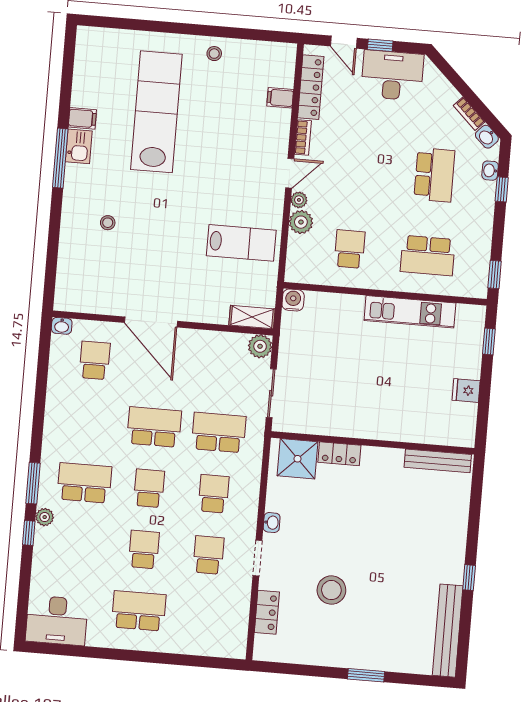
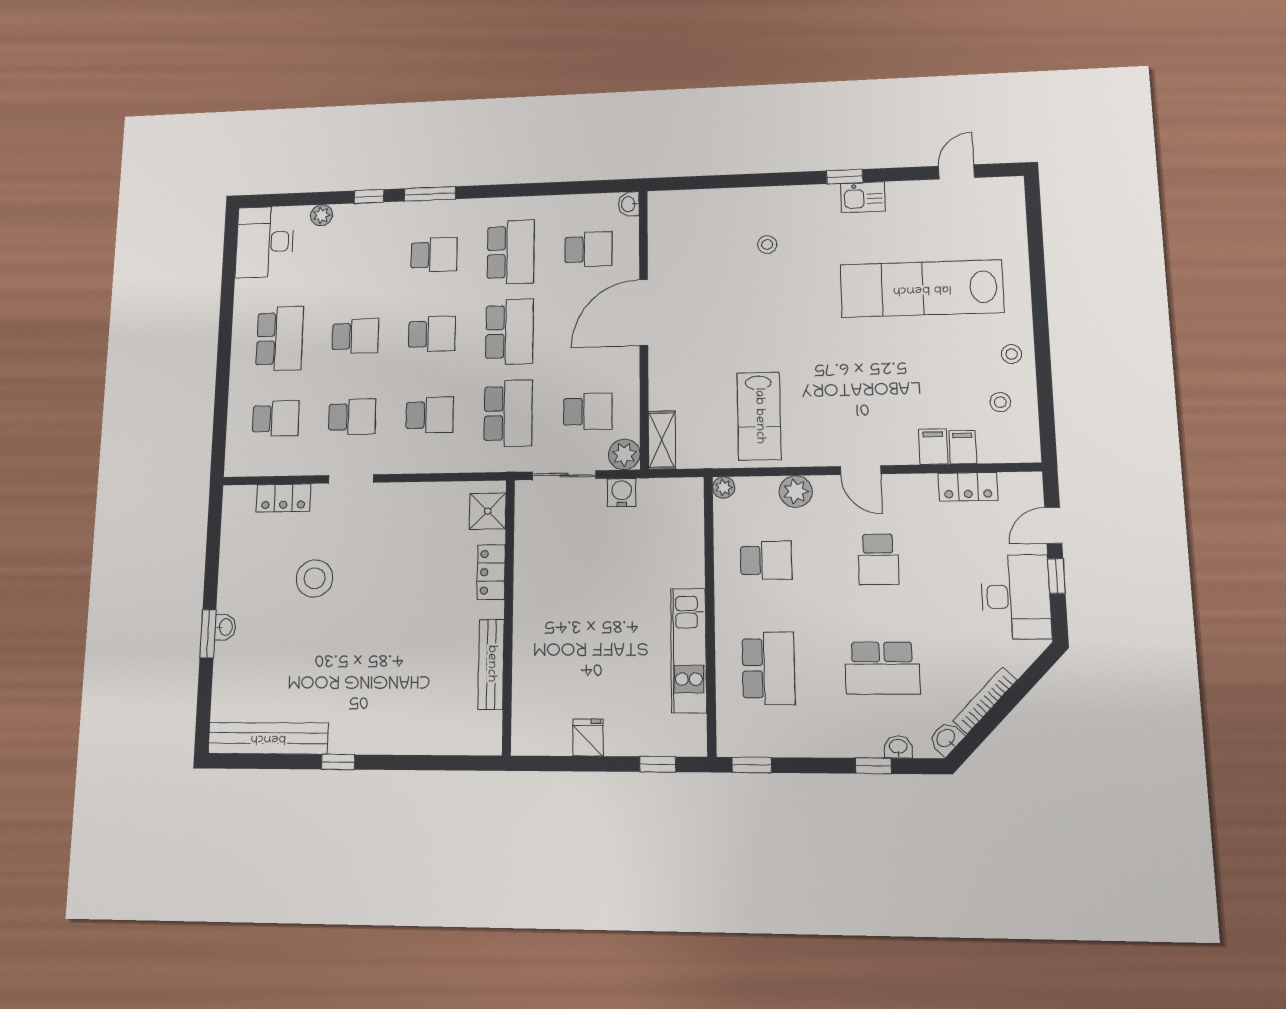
stool: (250, 67) -> (1000, 402), added
door: (67, 74) -> (956, 172), added
locker: (311, 87) -> (968, 487), width x0.66
lab bench: (156, 112) -> (922, 289), turned 180
bookcase: (469, 114) -> (985, 700), width x1.56
filing cabinet: (82, 118) -> (933, 447), moved, turned 180
bookcase: (303, 138) -> (912, 483), removed
window: (60, 158) -> (845, 177), width x0.46
school desk: (356, 168) -> (878, 559), added
plant: (299, 200) -> (724, 488), moved
school desk: (428, 256) -> (768, 668), turned 180
water cooler: (293, 300) -> (622, 493), moved, turned -90
school desk: (224, 371) -> (588, 411), added
school desk: (90, 422) -> (511, 252), added
shower: (298, 459) -> (488, 511), width x0.73, depth x0.73
bench: (438, 461) -> (491, 664), moved
school desk: (84, 483) -> (434, 255), width x0.54
plant: (45, 517) -> (322, 215), moved
washbasin: (272, 523) -> (225, 627), moved, turned -90
school desk: (203, 616) -> (276, 418), added

